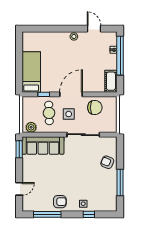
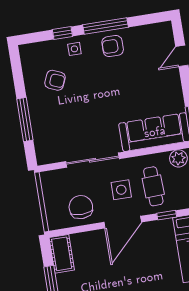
chair: (95, 108) -> (81, 207), turned 90
armchair: (107, 162) -> (55, 80), moved
window: (120, 183) -> (25, 119), moved
window: (47, 214) -> (105, 26), moved

